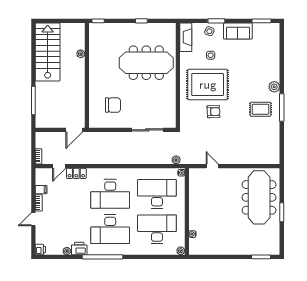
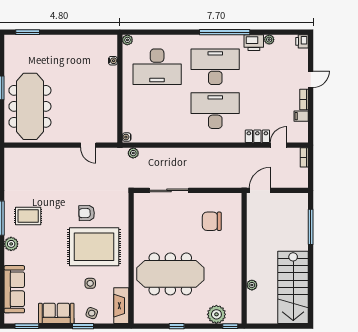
plant: (109, 30) -> (216, 314), added
sofa: (272, 50) -> (14, 289), added
desk: (157, 194) -> (157, 111), removed

